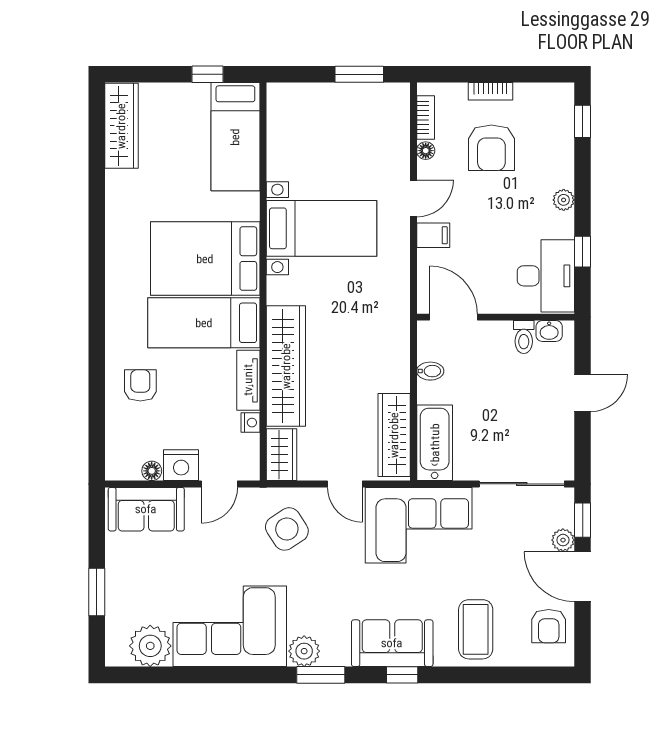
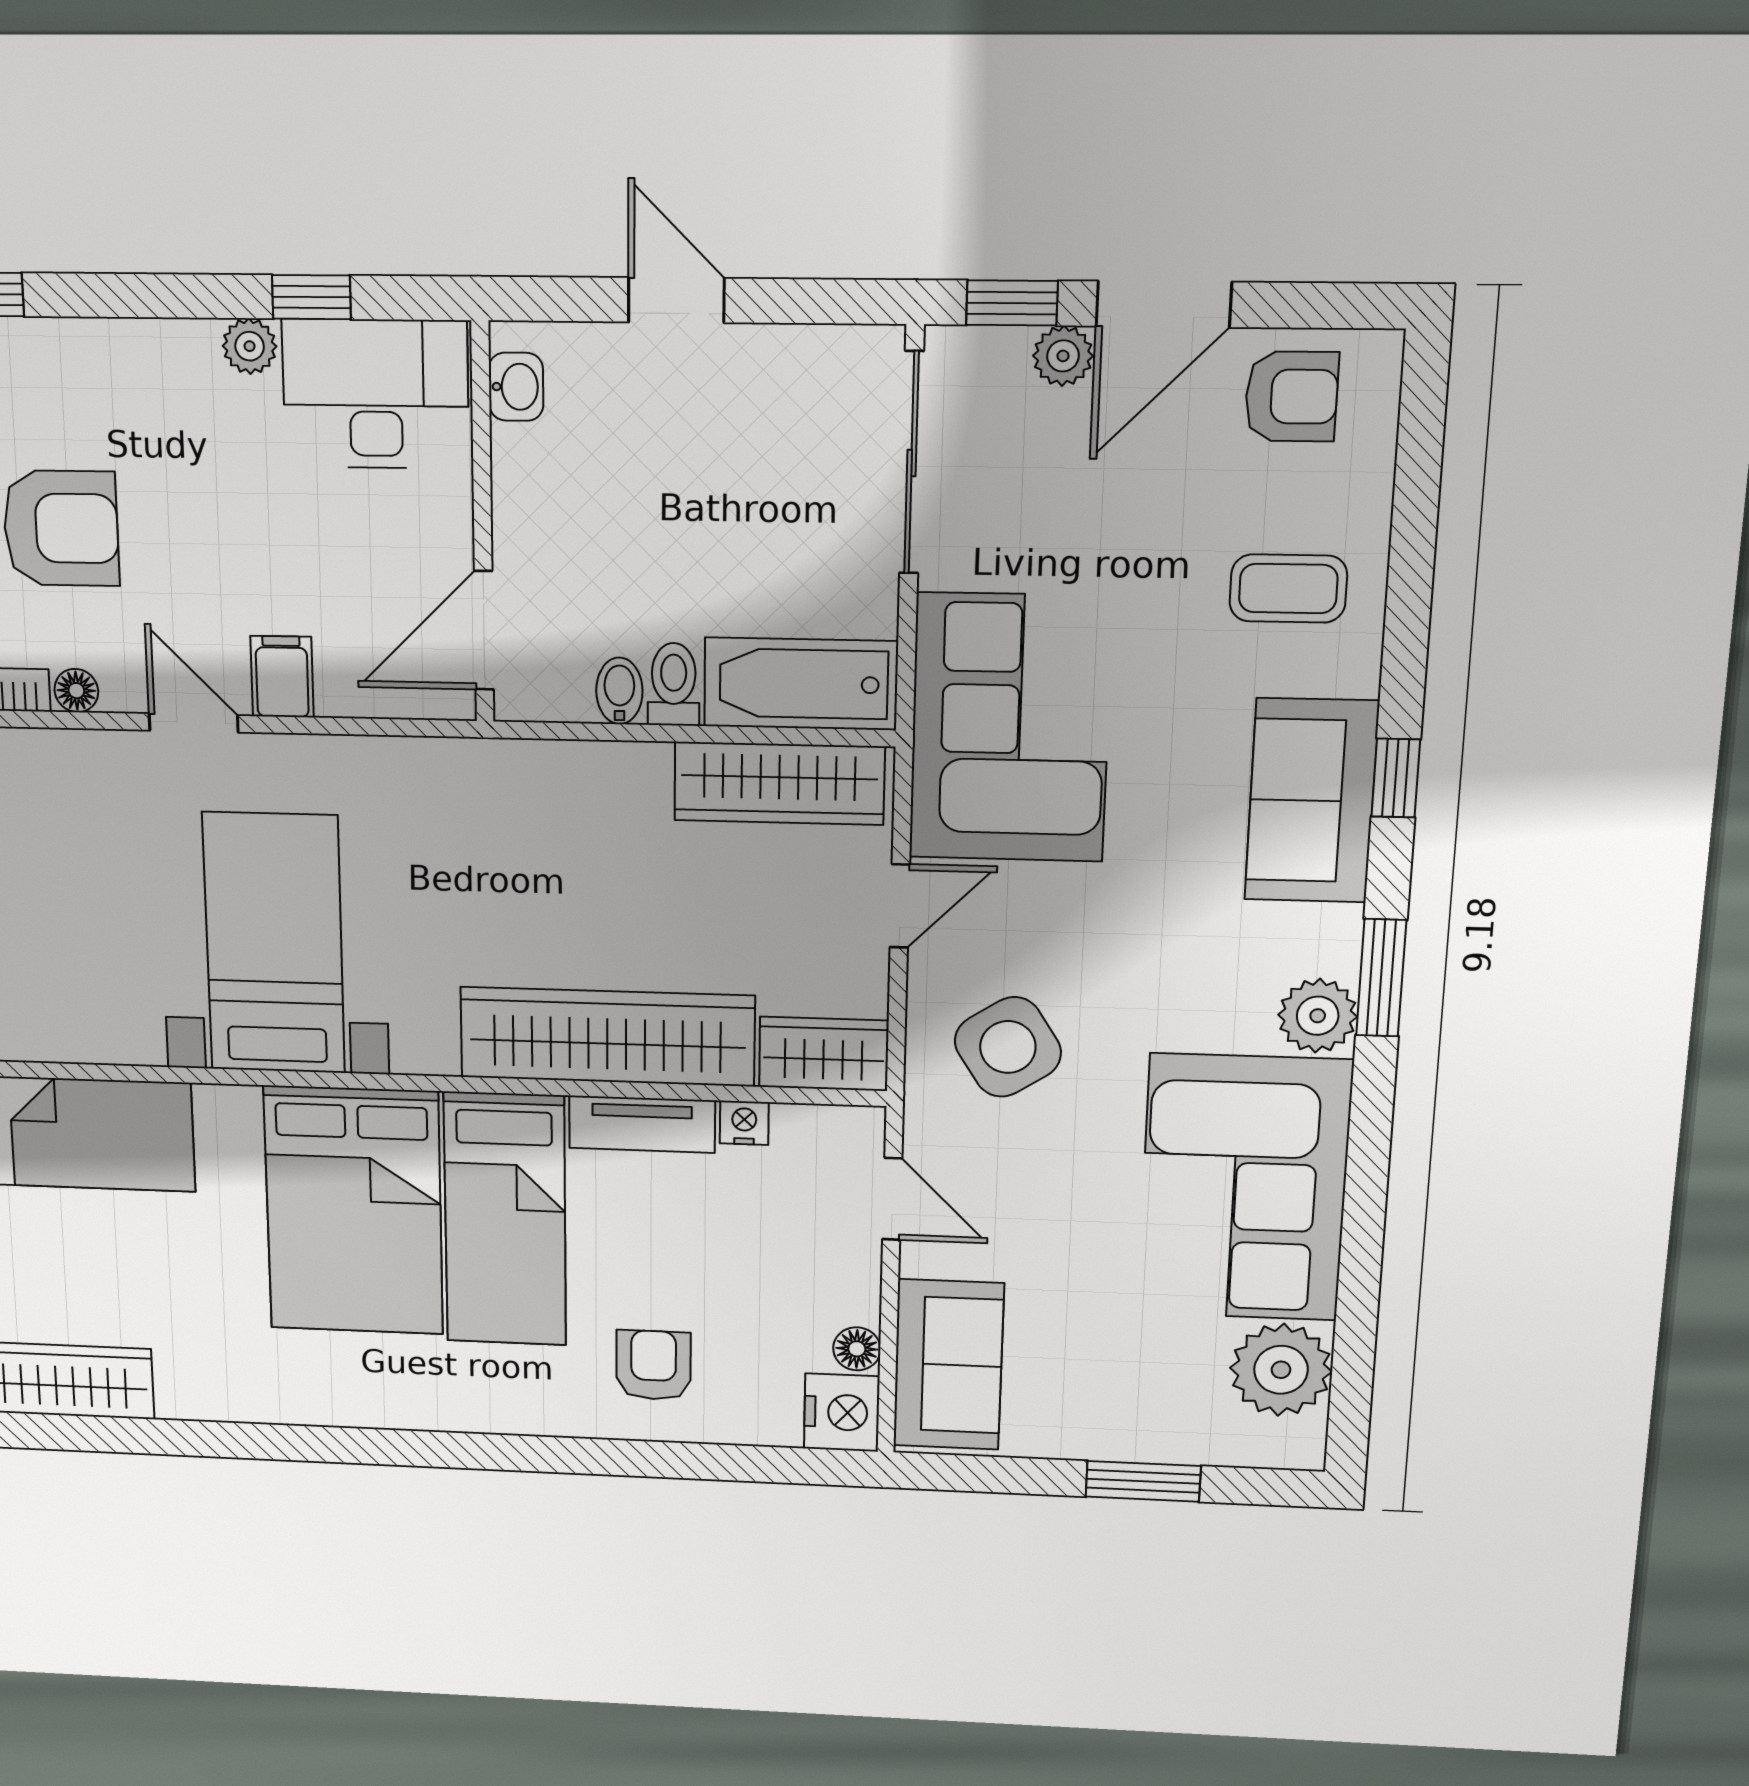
plant: (564, 200) -> (250, 346), moved
toilet: (524, 337) -> (674, 684), moved, turned -90
armchair: (140, 385) -> (654, 1365), turned 90
nightstand: (181, 465) -> (842, 1412), moved
coffee table: (476, 629) -> (1288, 588), width x0.73, depth x0.77

